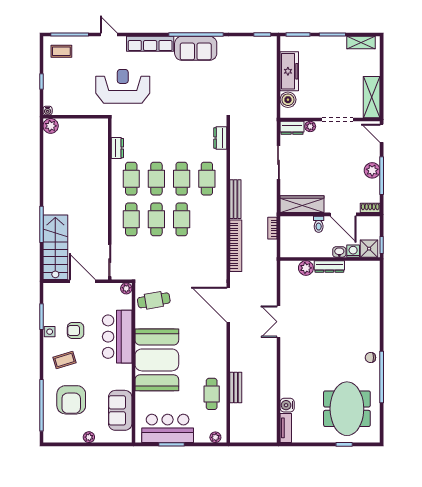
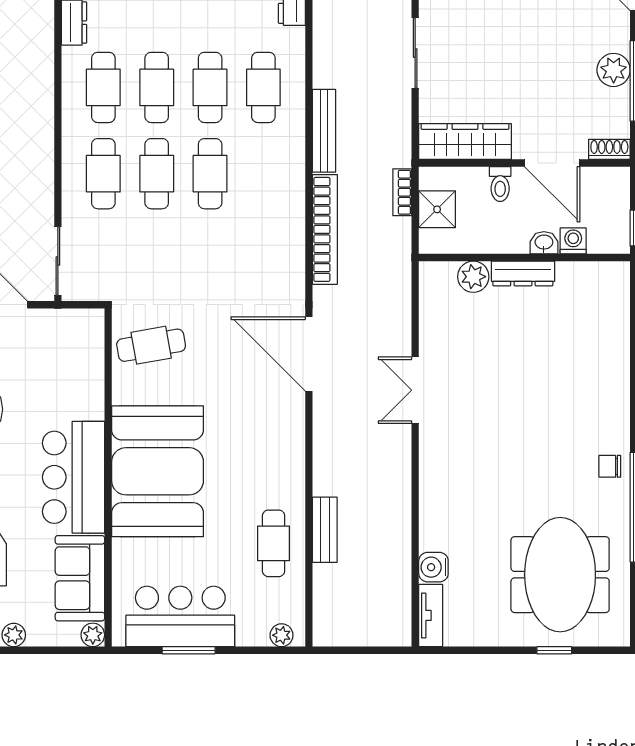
shower: (369, 249) -> (437, 209), moved
plant: (126, 288) -> (93, 635), moved
bar counter: (117, 337) -> (73, 477), moved

